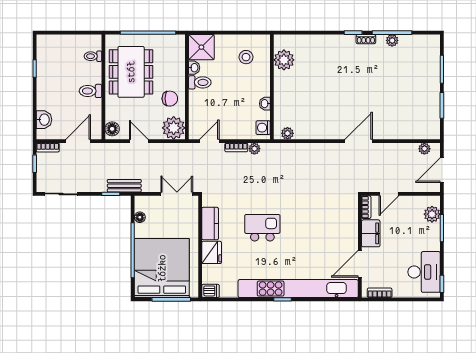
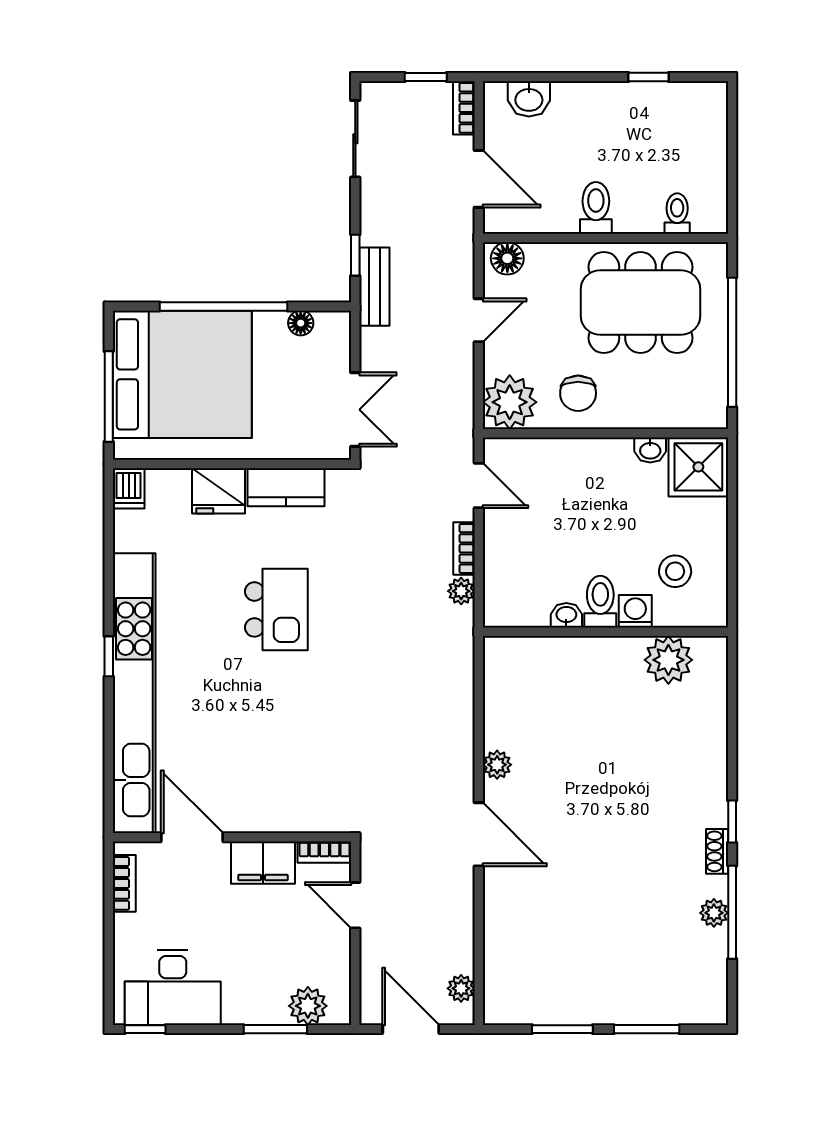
toilet: (200, 82) -> (600, 602), moved, turned 180
washing machine: (263, 128) -> (635, 611), moved
plant: (287, 133) -> (497, 765), moved

